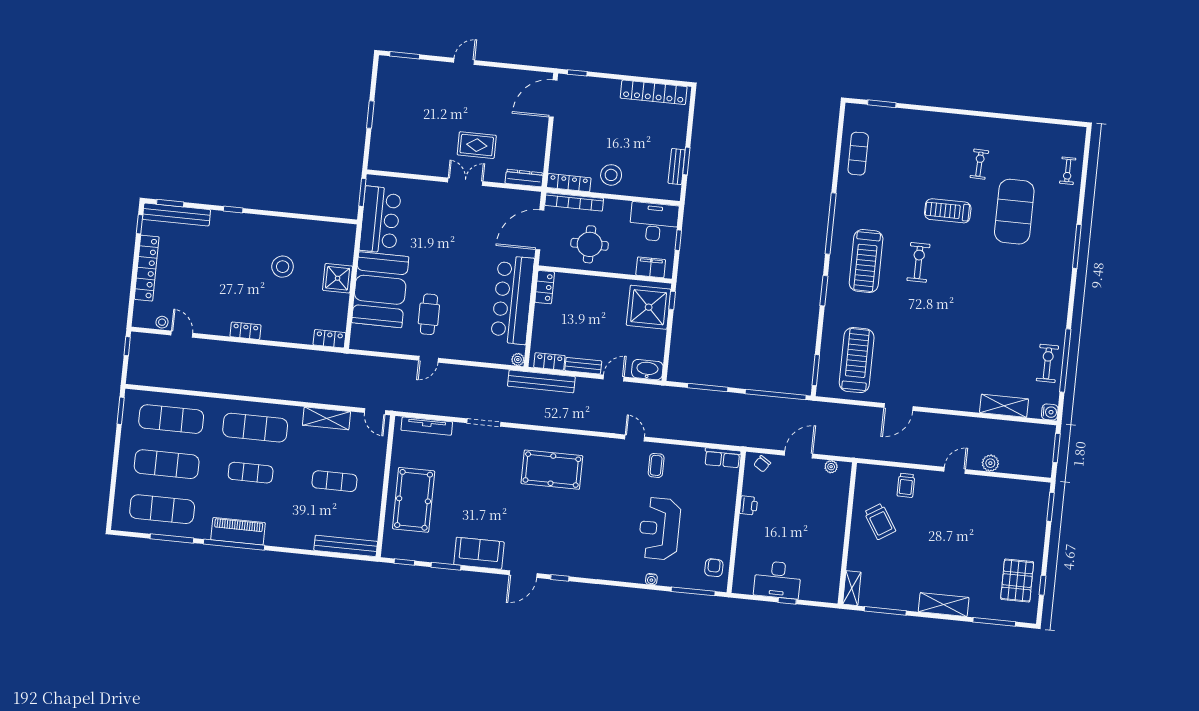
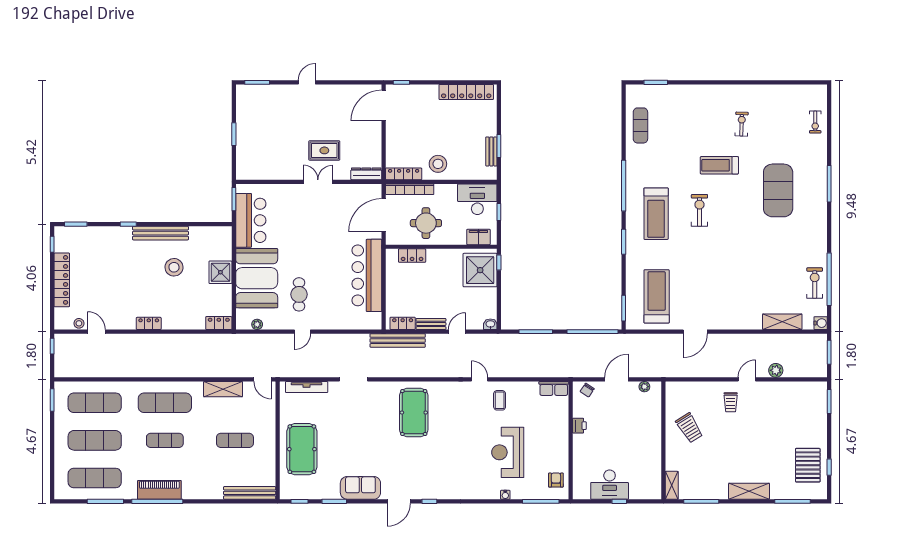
exercise mat: (1014, 212) -> (778, 190), moved
bench: (176, 215) -> (160, 233), moved
locker: (545, 287) -> (412, 256), moved, turned 90
plant: (518, 360) -> (257, 324), moved
washbasin: (647, 370) -> (490, 324), width x0.52, depth x0.69
pool table: (552, 470) -> (414, 413), turned 90
trolley: (906, 485) -> (731, 402), moved

